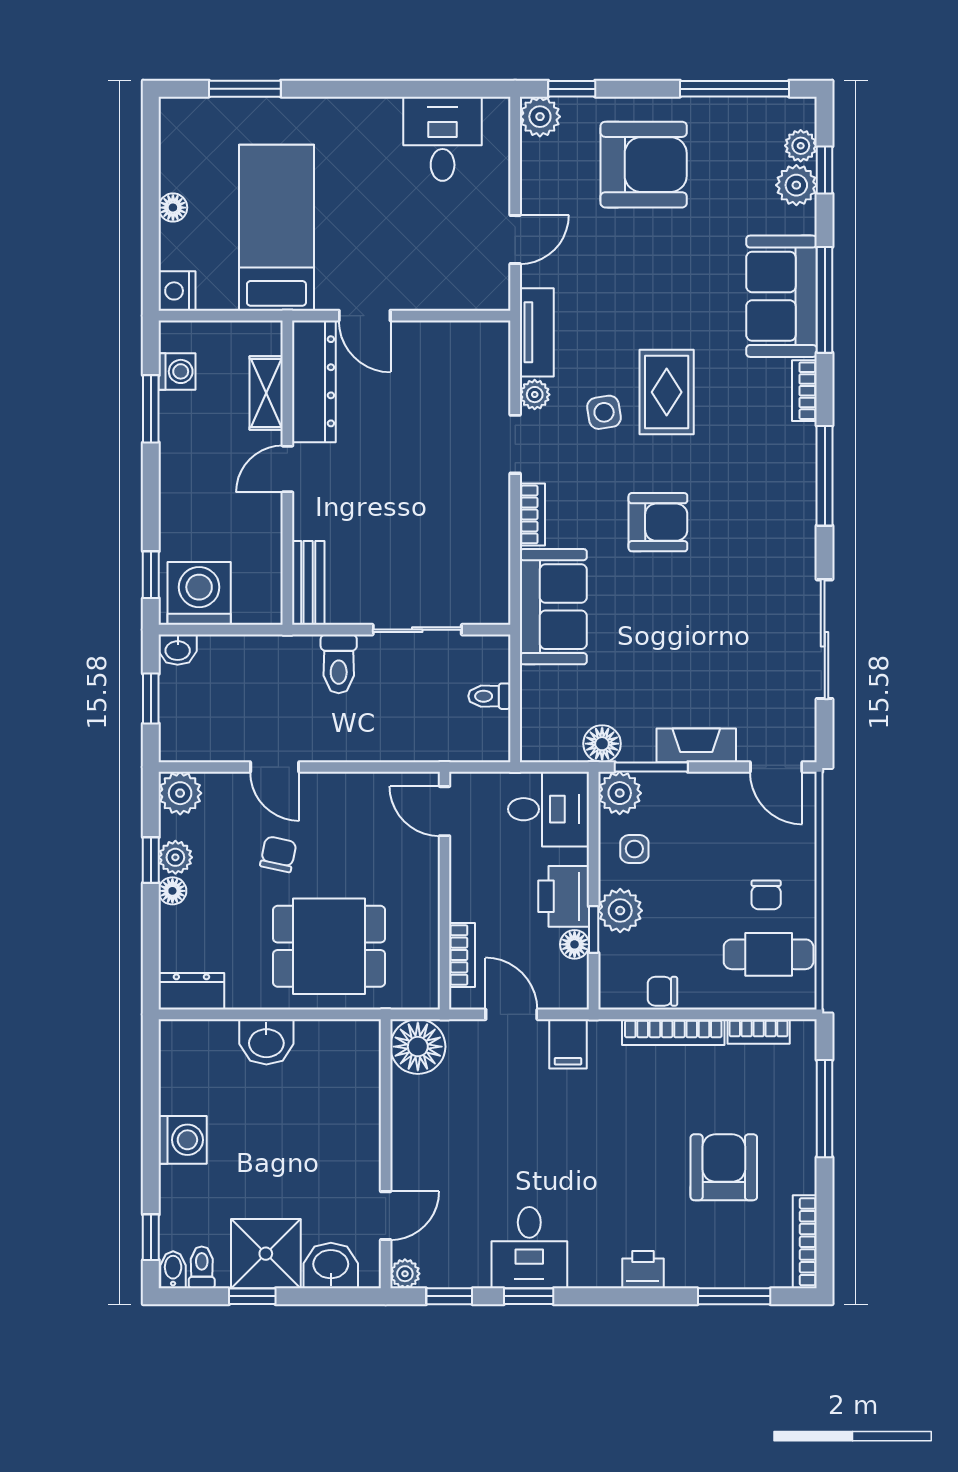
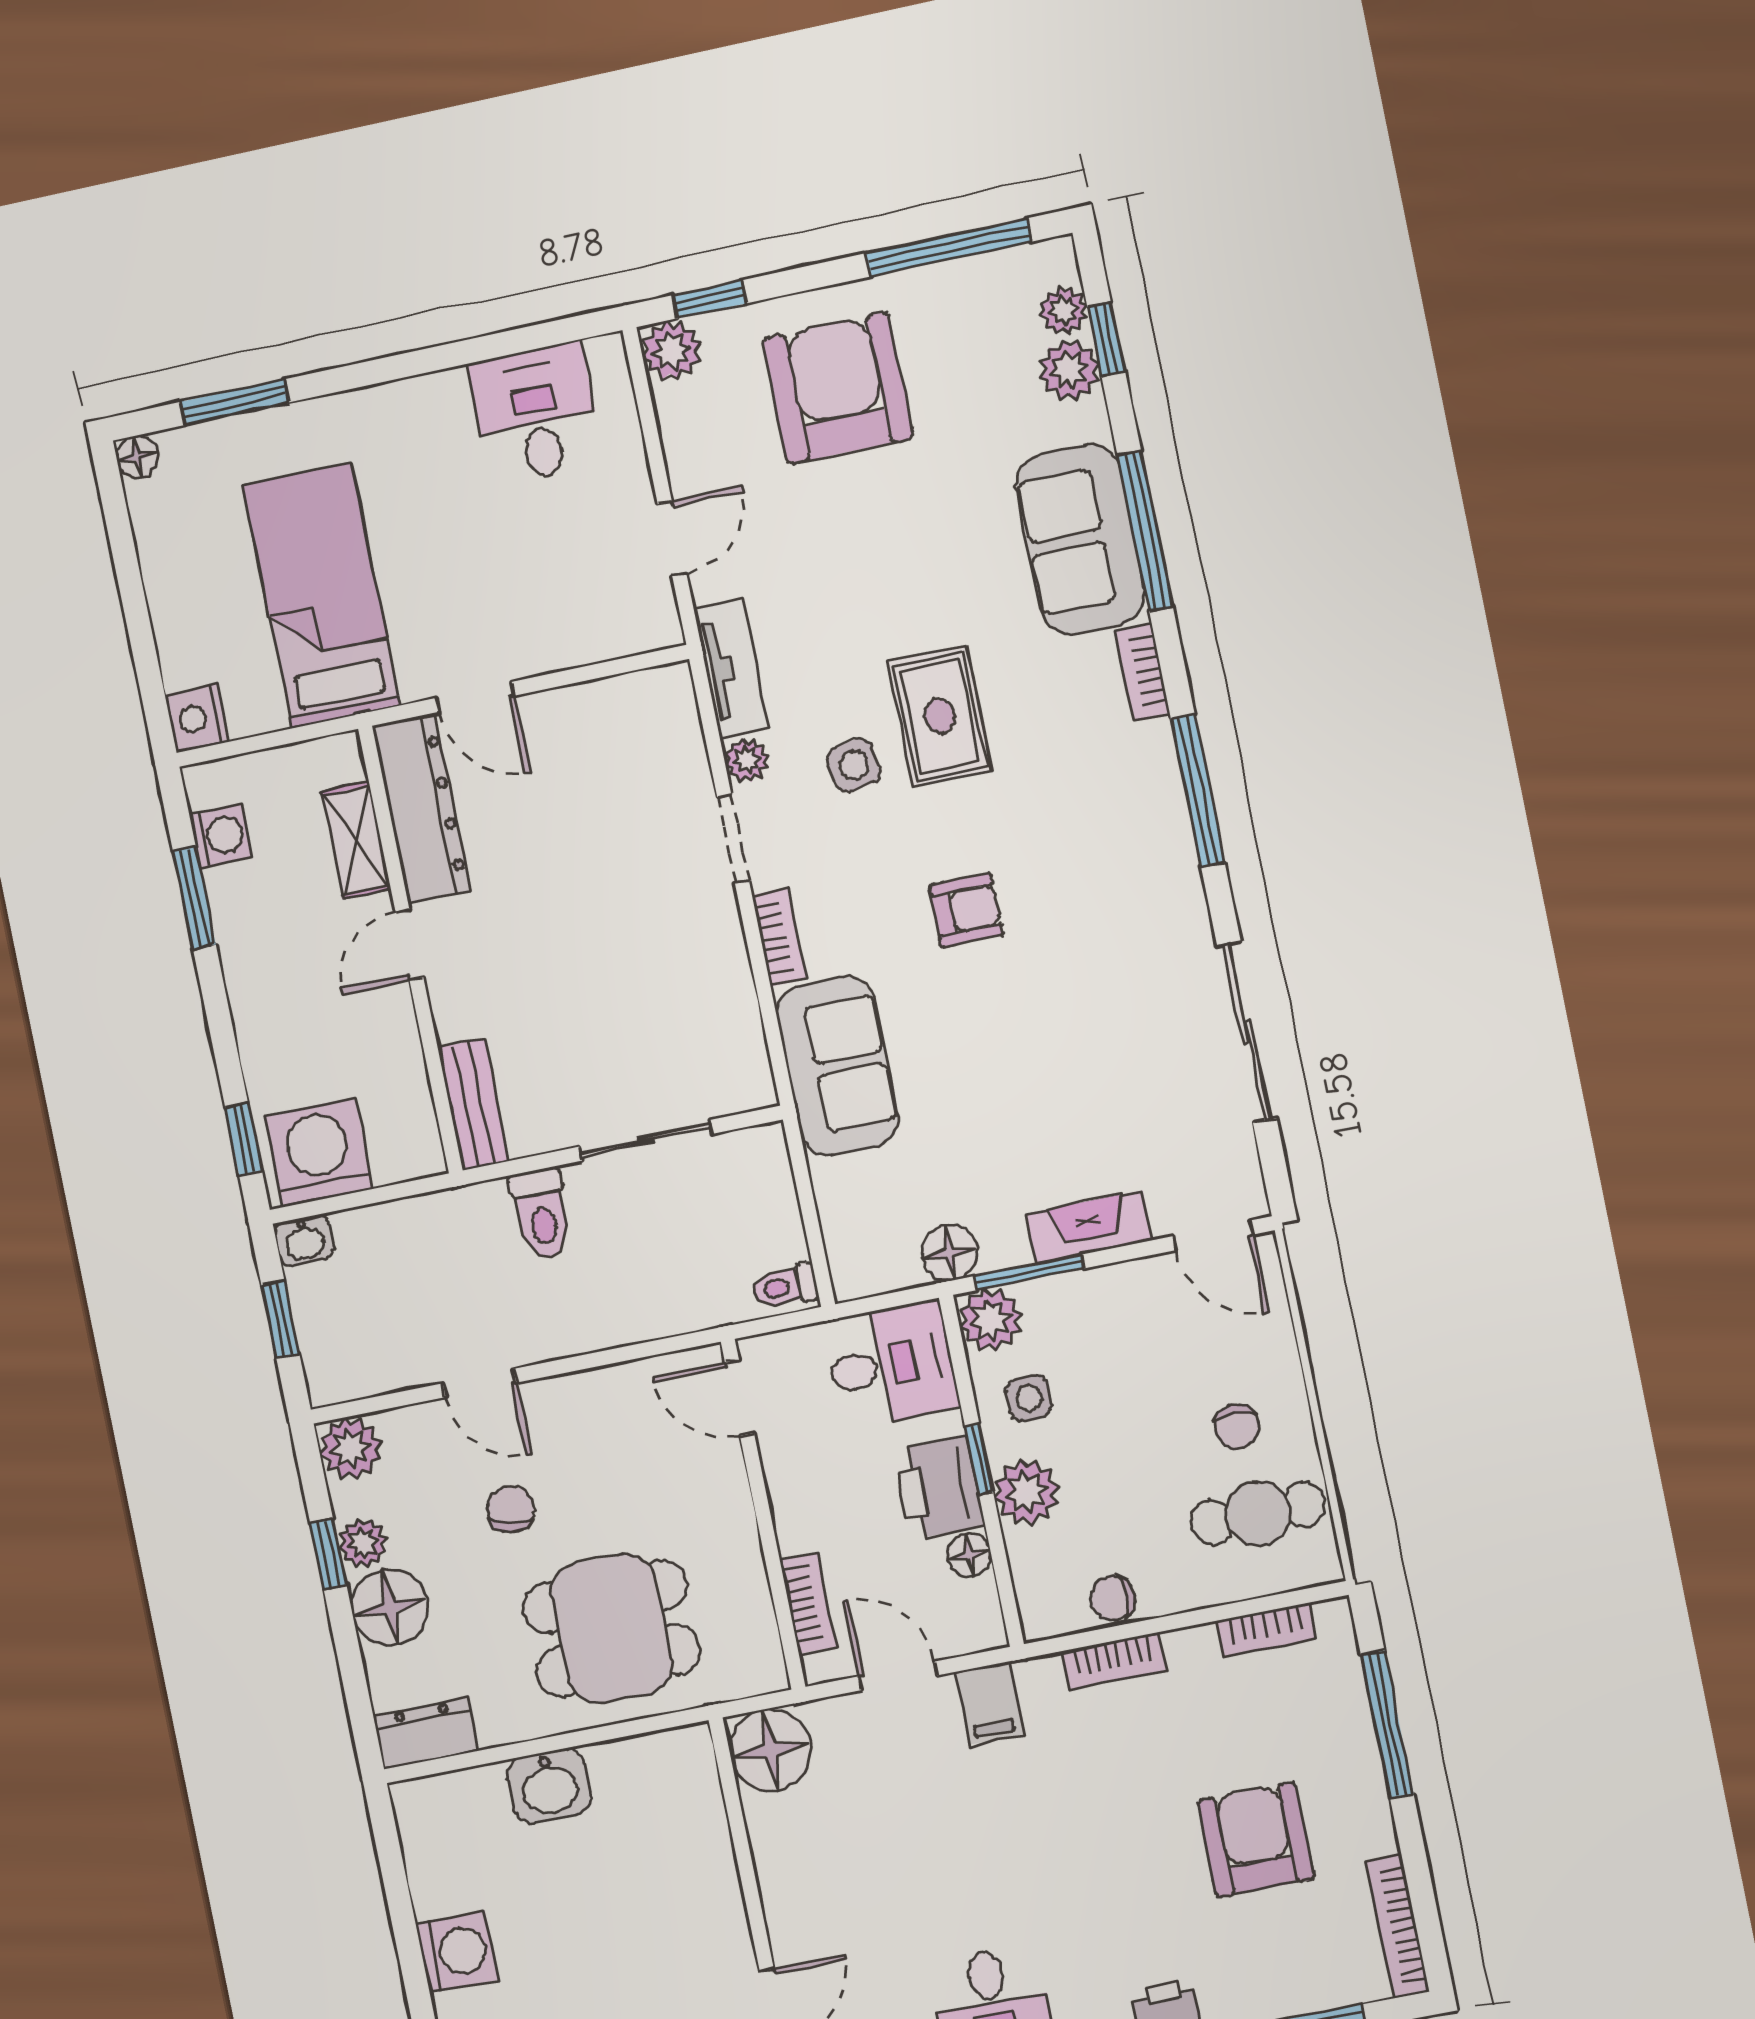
armchair: (644, 165) -> (838, 388), turned -90
floor lamp: (173, 208) -> (137, 457), moved
armchair: (658, 522) -> (966, 910), width x0.72, depth x0.72
toilet: (489, 696) -> (785, 1286), moved
floor lamp: (172, 891) -> (390, 1607), width x1.89, depth x1.89
window: (594, 930) -> (979, 1459), moved
bookcase: (673, 1032) -> (1114, 1661), width x0.64

